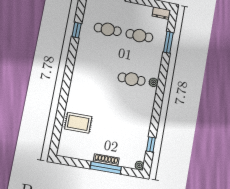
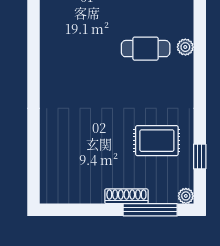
rug: (78, 123) -> (157, 141), moved
window: (106, 168) -> (150, 210), moved

